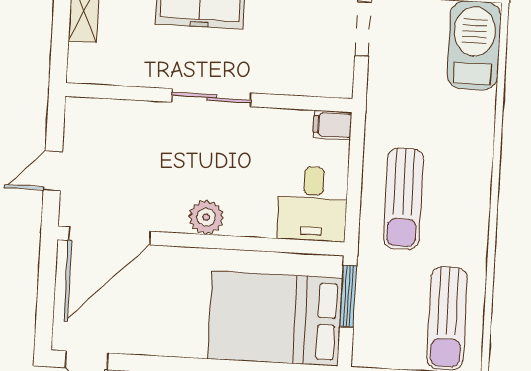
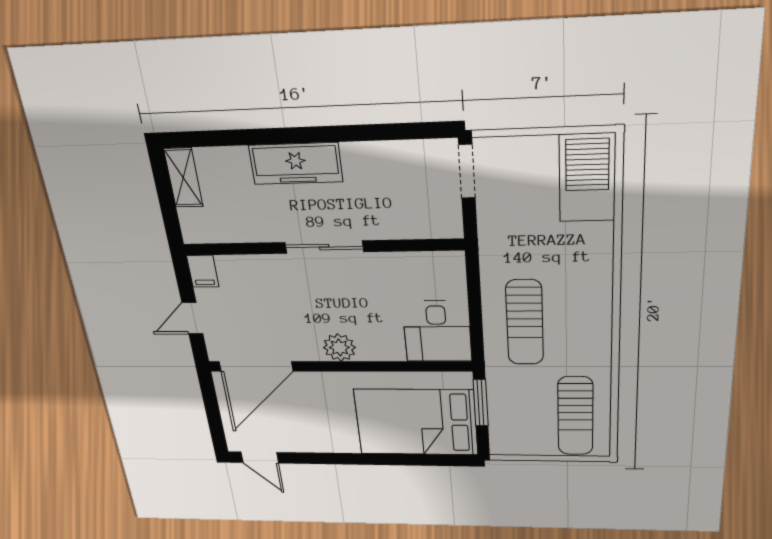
filing cabinet: (332, 125) -> (203, 271), moved, turned -90

